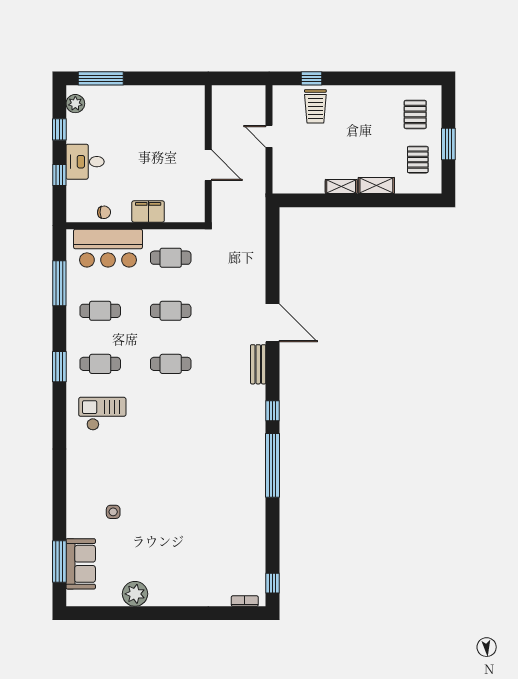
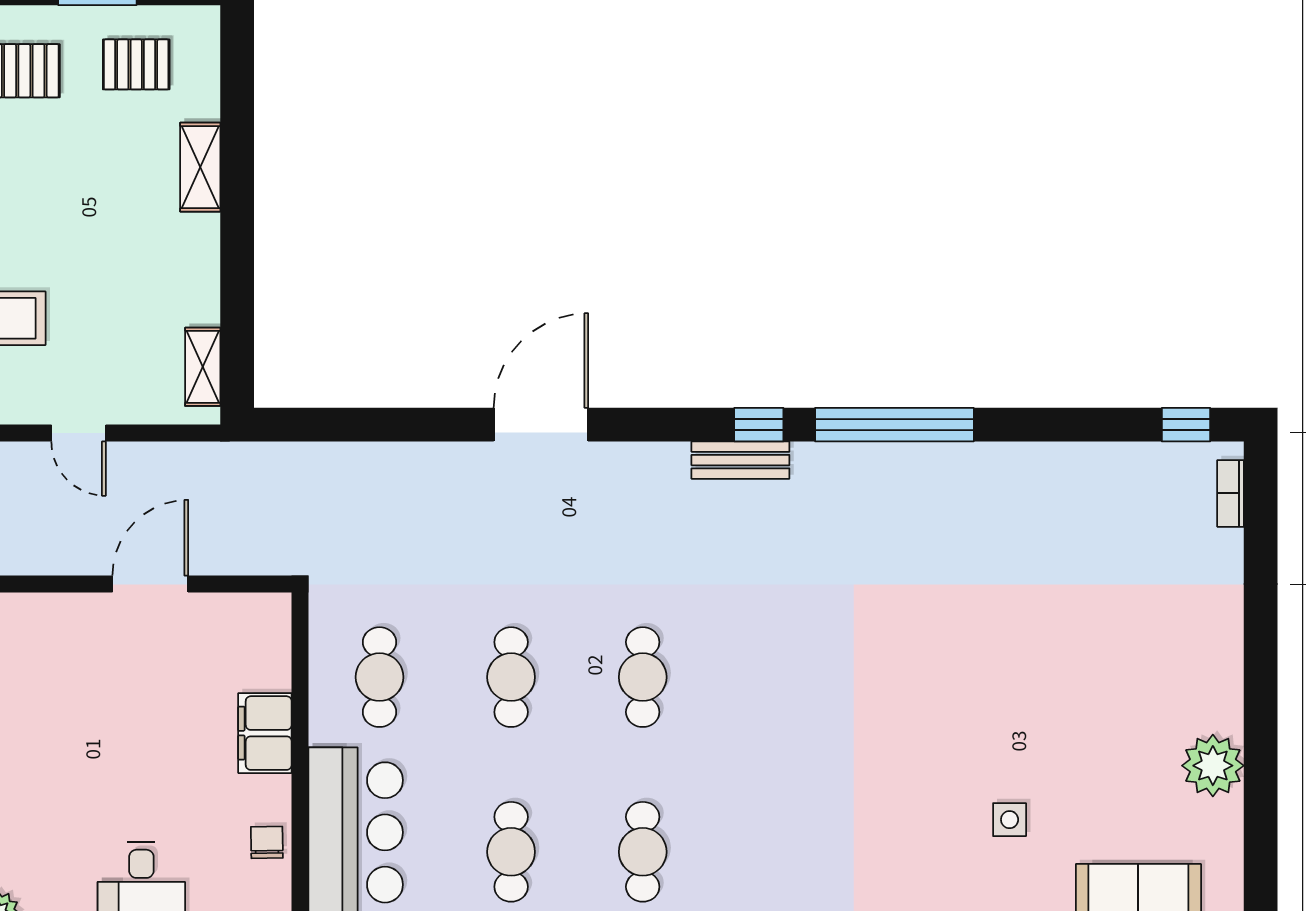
door: (269, 136) -> (79, 433), hinge flipped
shelving: (341, 186) -> (203, 367), moved
bench: (258, 364) -> (740, 460), moved
checkout: (102, 414) -> (766, 847), removed

